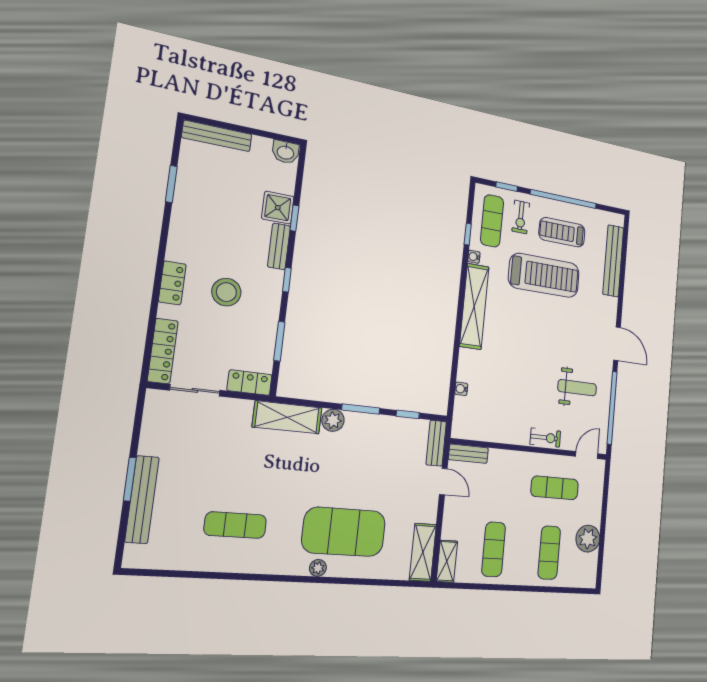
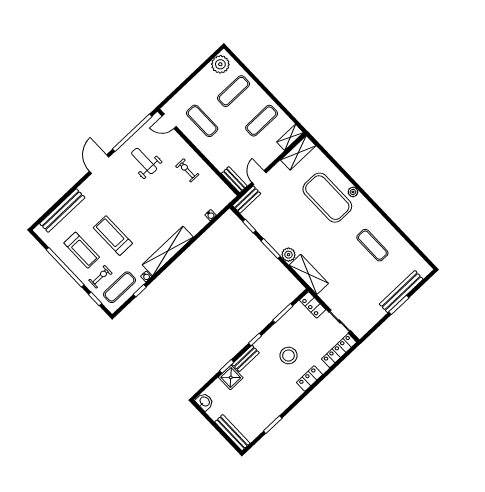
treadmill: (544, 275) -> (113, 236), width x0.73, depth x0.73
exercise bike: (545, 438) -> (187, 170), moved
plant: (588, 539) -> (220, 64), moved

